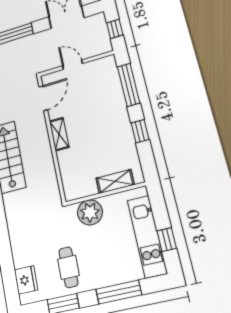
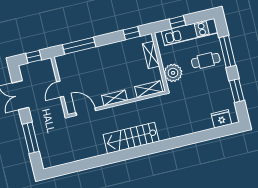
window: (140, 131) -> (132, 33), moved
shelving: (69, 179) -> (149, 89), added
window: (167, 239) -> (177, 22), moved
cafe table: (68, 267) -> (206, 61), moved

